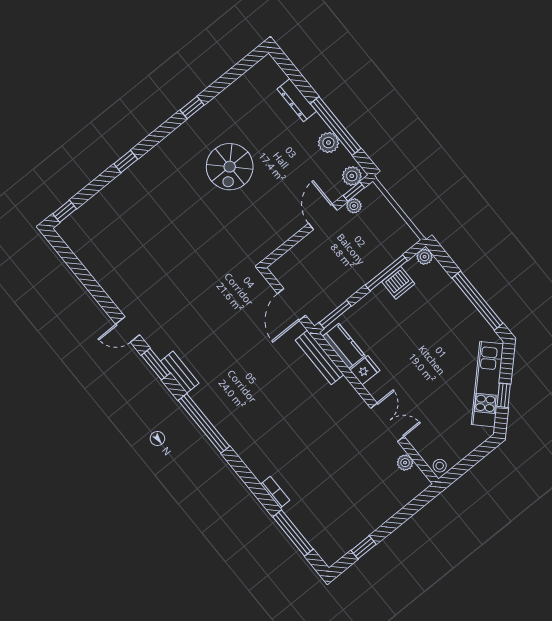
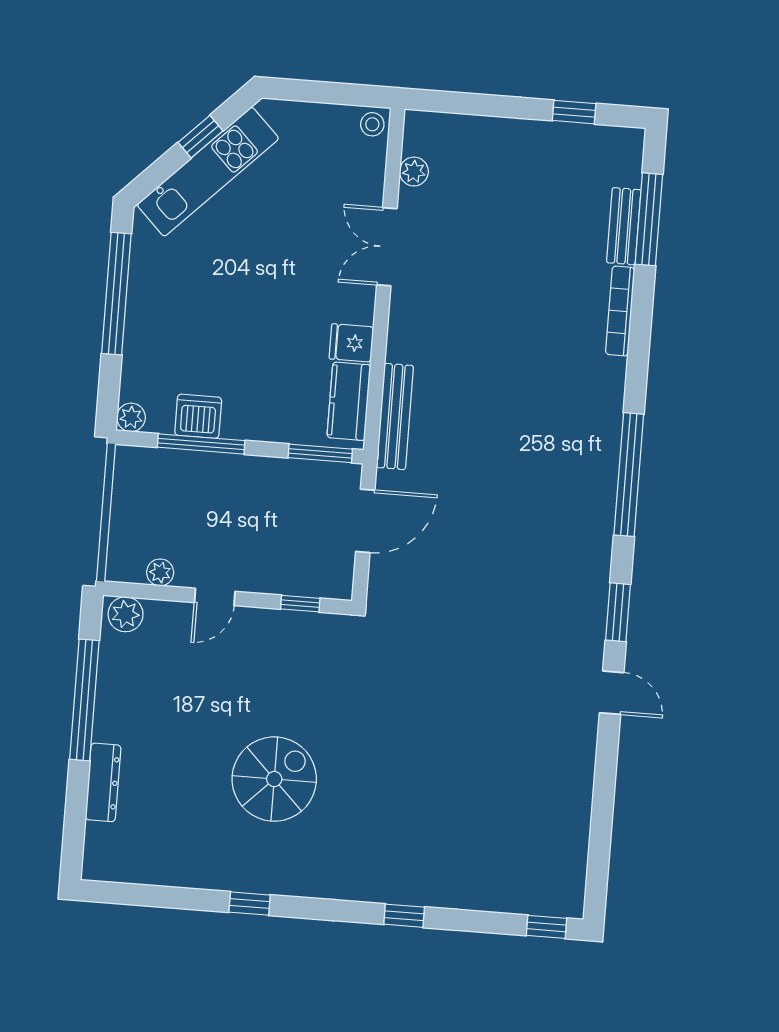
plant: (328, 143) -> (114, 687), removed
window: (354, 192) -> (300, 604), moved
door: (323, 217) -> (215, 597), width x0.73
bench: (180, 372) -> (624, 226), moved
bookcase: (275, 492) -> (620, 311), width x1.56

